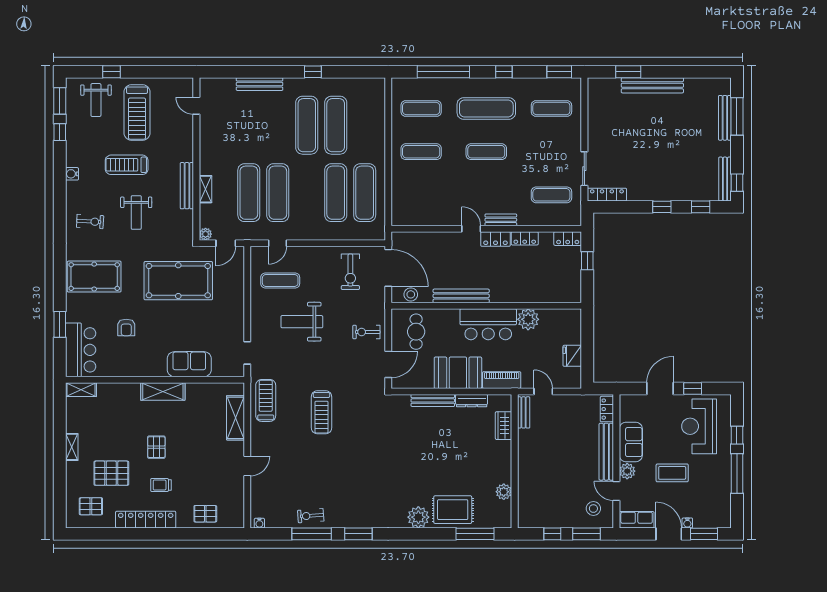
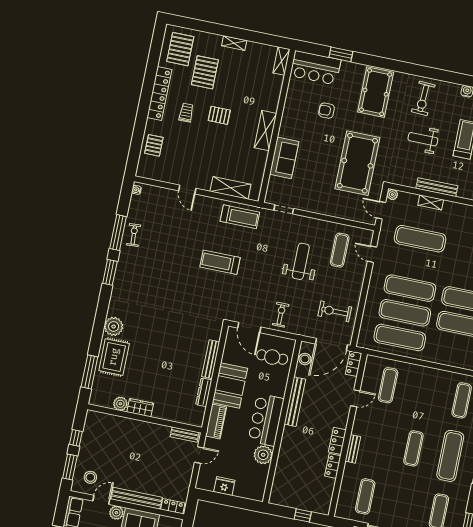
exercise mat: (421, 152) -> (388, 385), moved
exercise mat: (278, 193) -> (410, 288), moved
exercise bike: (90, 221) -> (423, 98), width x1.38, depth x1.39
door: (471, 229) -> (355, 398), moved
locker: (568, 239) -> (354, 364), moved
wardrobe: (504, 426) -> (140, 408), moved
pallet: (91, 506) -> (180, 49), width x1.50, depth x1.42

